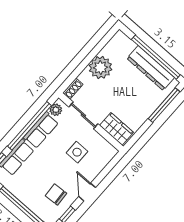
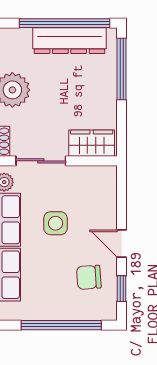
side table: (77, 152) -> (56, 223), moved

